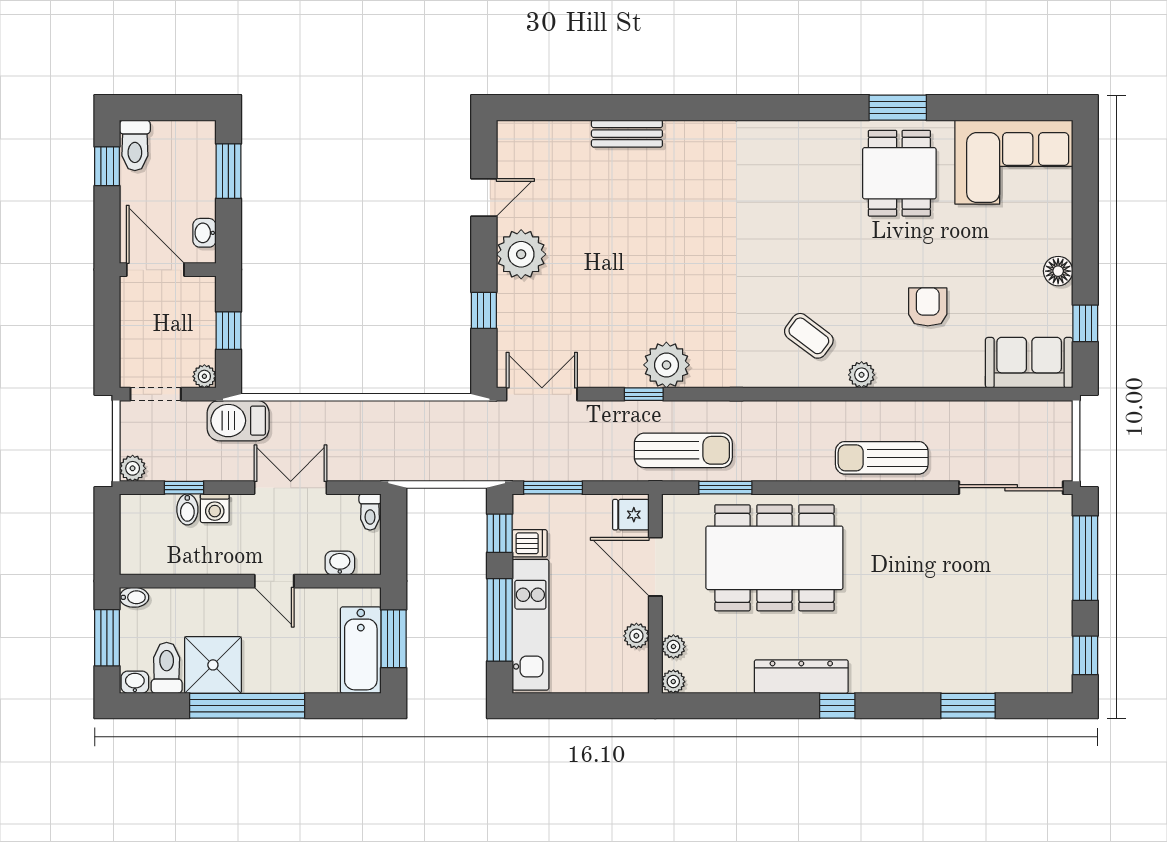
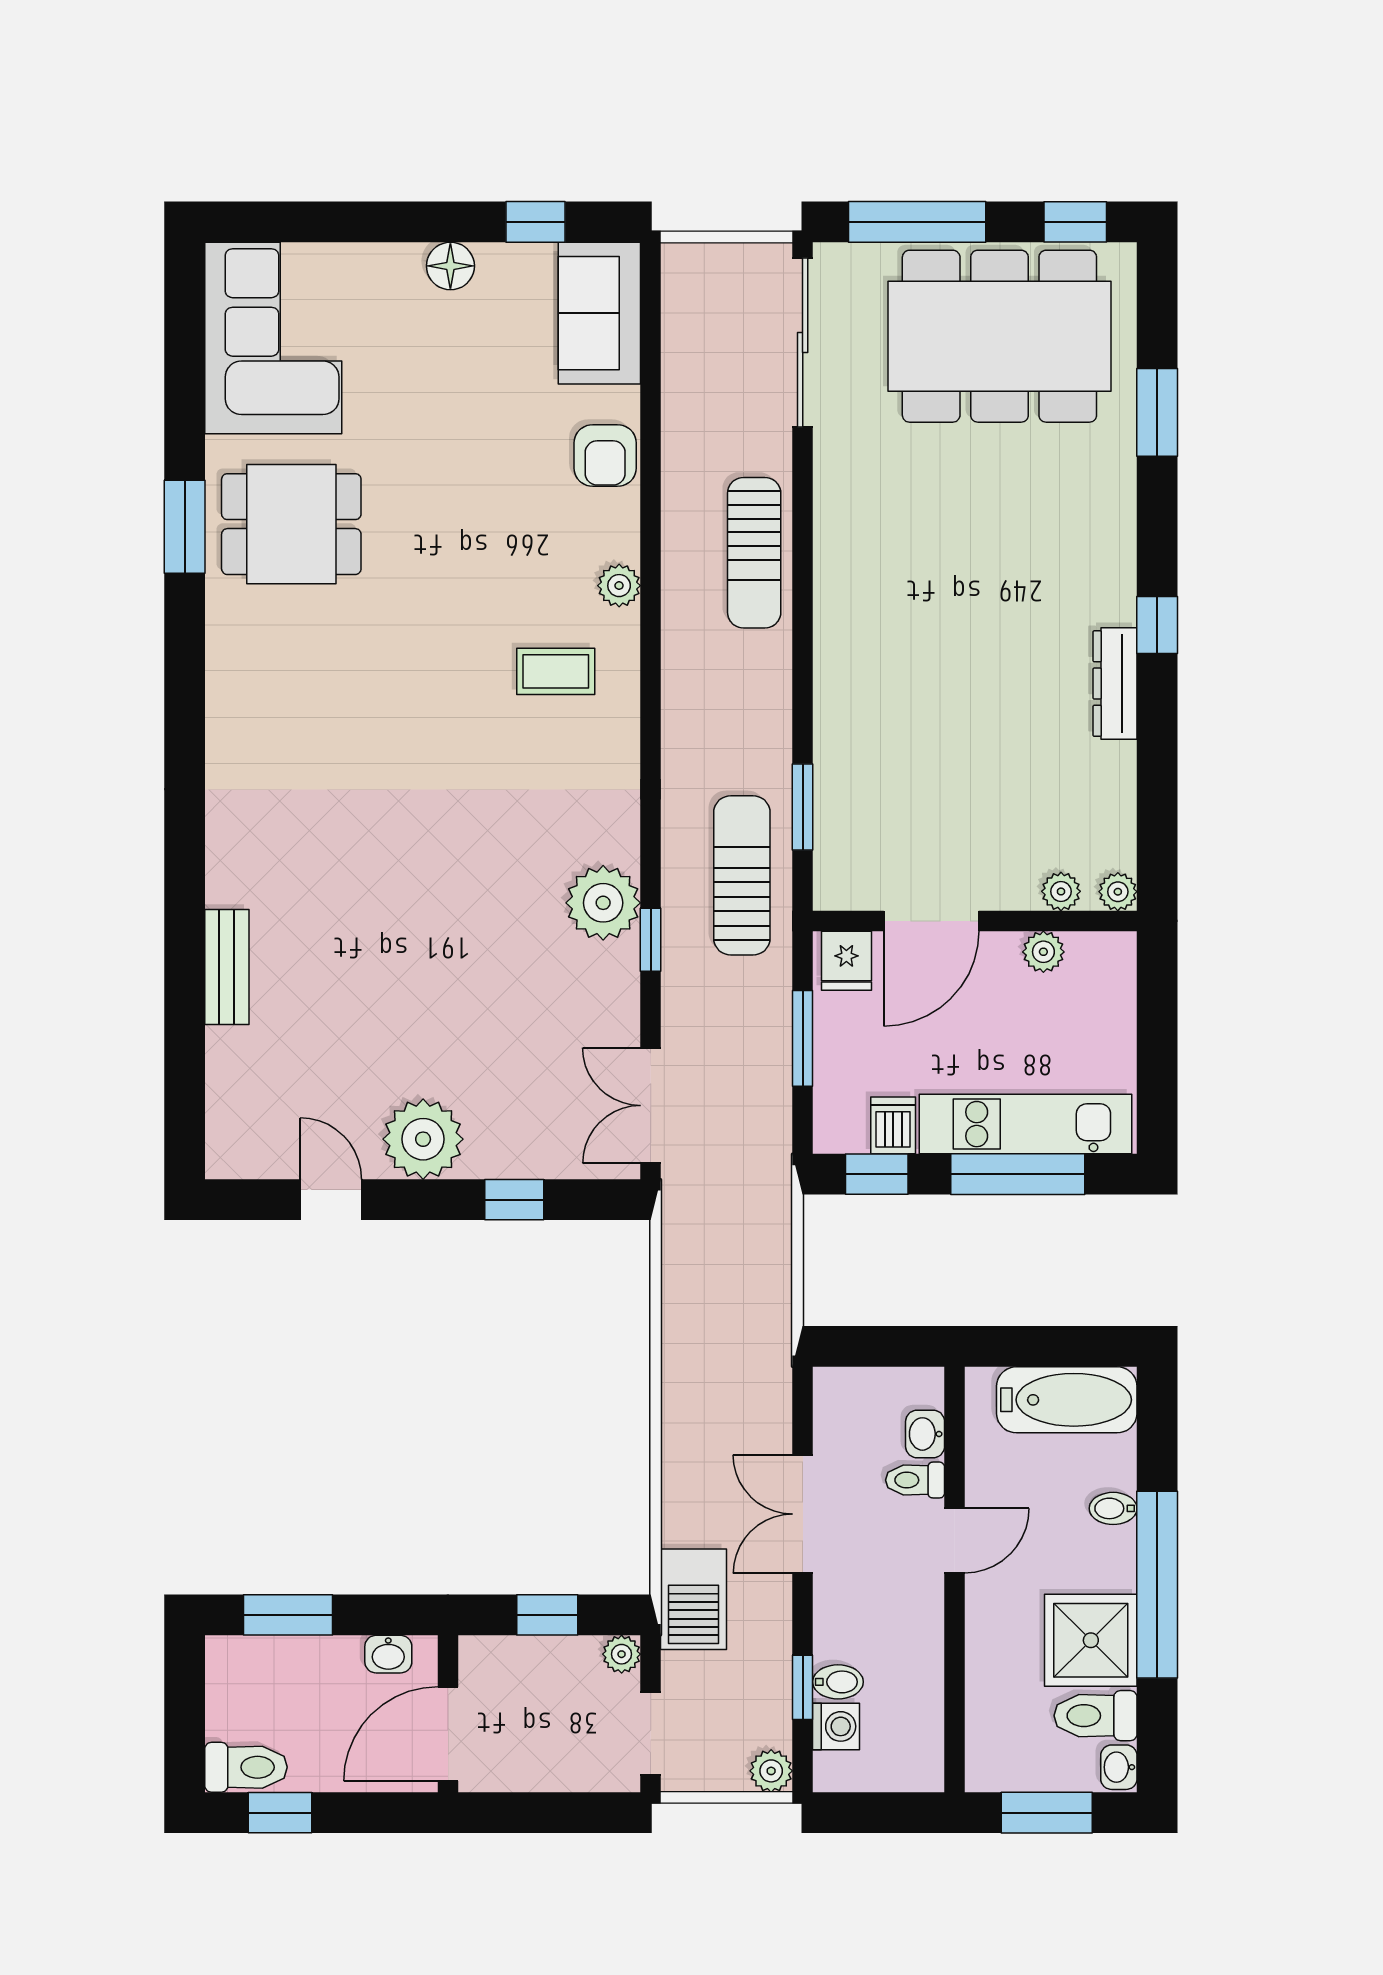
armchair: (928, 307) -> (605, 455), moved, turned -90
coffee table: (809, 336) -> (556, 671), turned 53
window: (553, 488) -> (803, 1038), moved
washing machine: (215, 508) -> (836, 1726), moved
toilet: (370, 512) -> (915, 1480), moved, turned 180
dining table: (774, 558) -> (999, 336), moved, turned 90
bidet: (134, 597) -> (1113, 1508), moved, turned -90
window: (394, 639) -> (1048, 1346), removed
dresser: (801, 677) -> (1115, 684), width x0.73, depth x0.80

